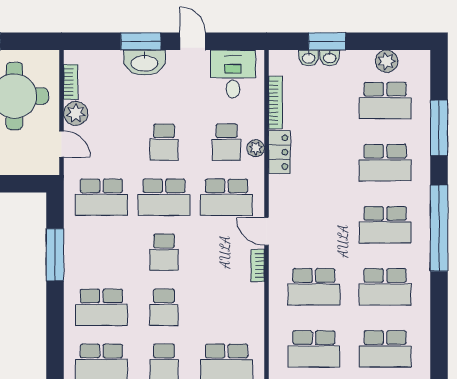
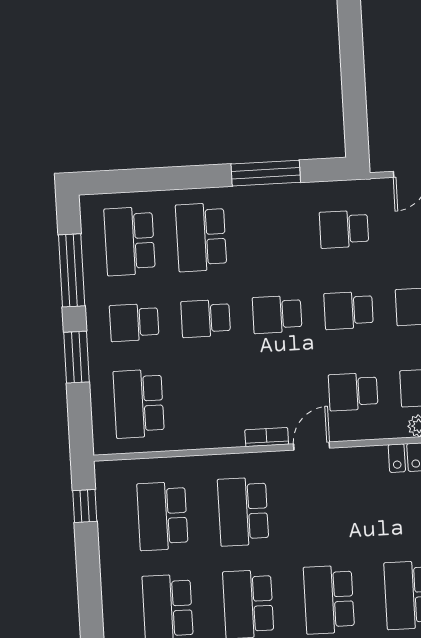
school desk: (101, 197) -> (344, 229), width x0.54
school desk: (164, 197) -> (349, 310), width x0.54
school desk: (227, 197) -> (353, 392), width x0.54

